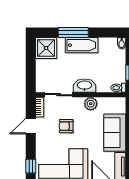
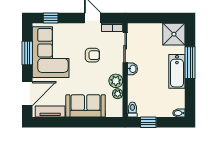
washbasin: (85, 86) -> (133, 69), width x0.52, depth x0.69
plant: (103, 102) -> (118, 94), added
armchair: (66, 126) -> (92, 55), turned 90

